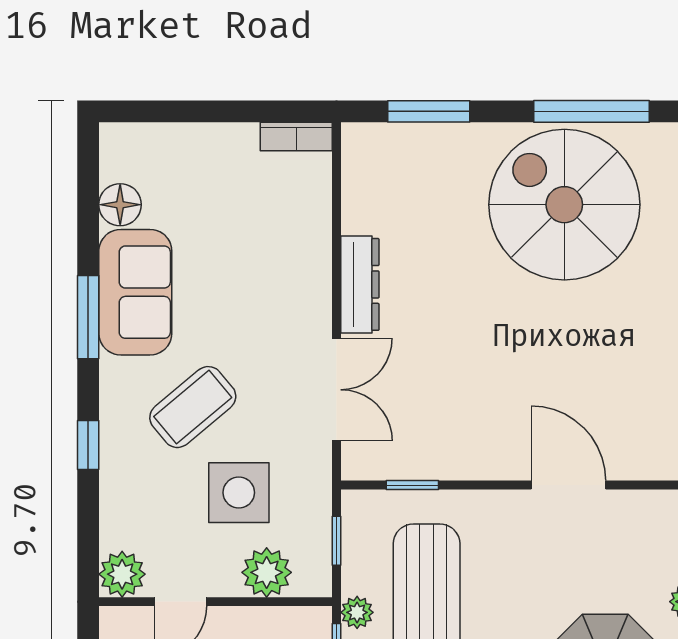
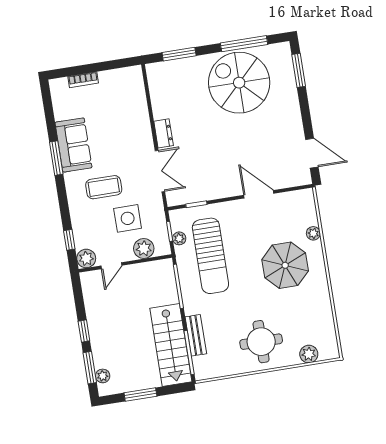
bookcase: (296, 137) -> (83, 80), moved
floor lamp: (120, 205) -> (62, 111), removed
dresser: (360, 284) -> (164, 133), width x0.70
coffee table: (193, 407) -> (104, 187), turned 40
window: (88, 445) -> (69, 240), moved
plant: (357, 612) -> (179, 238), moved

